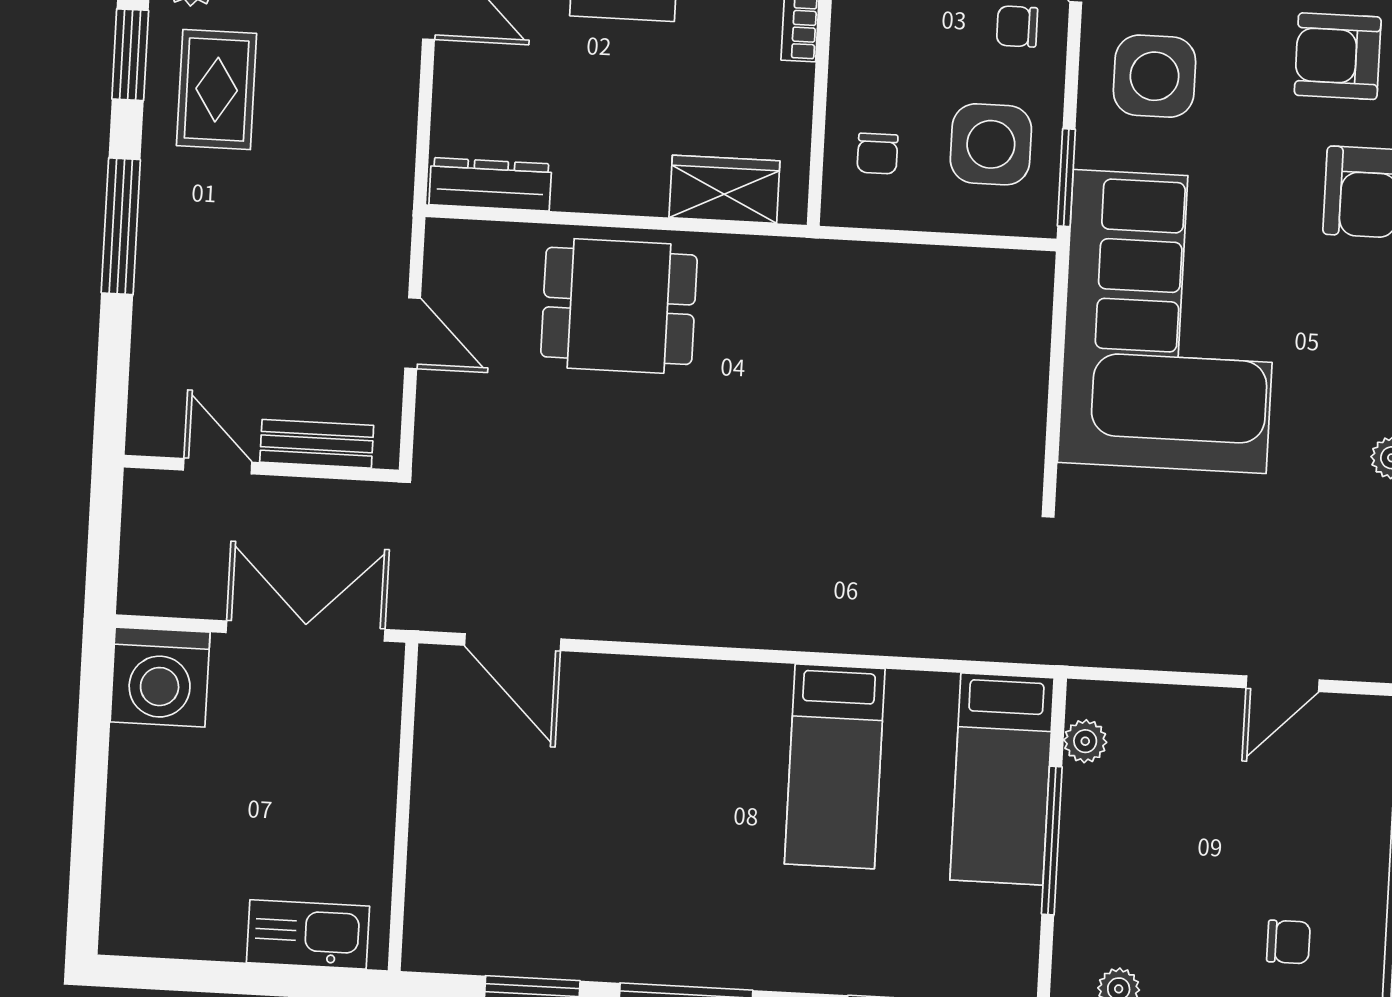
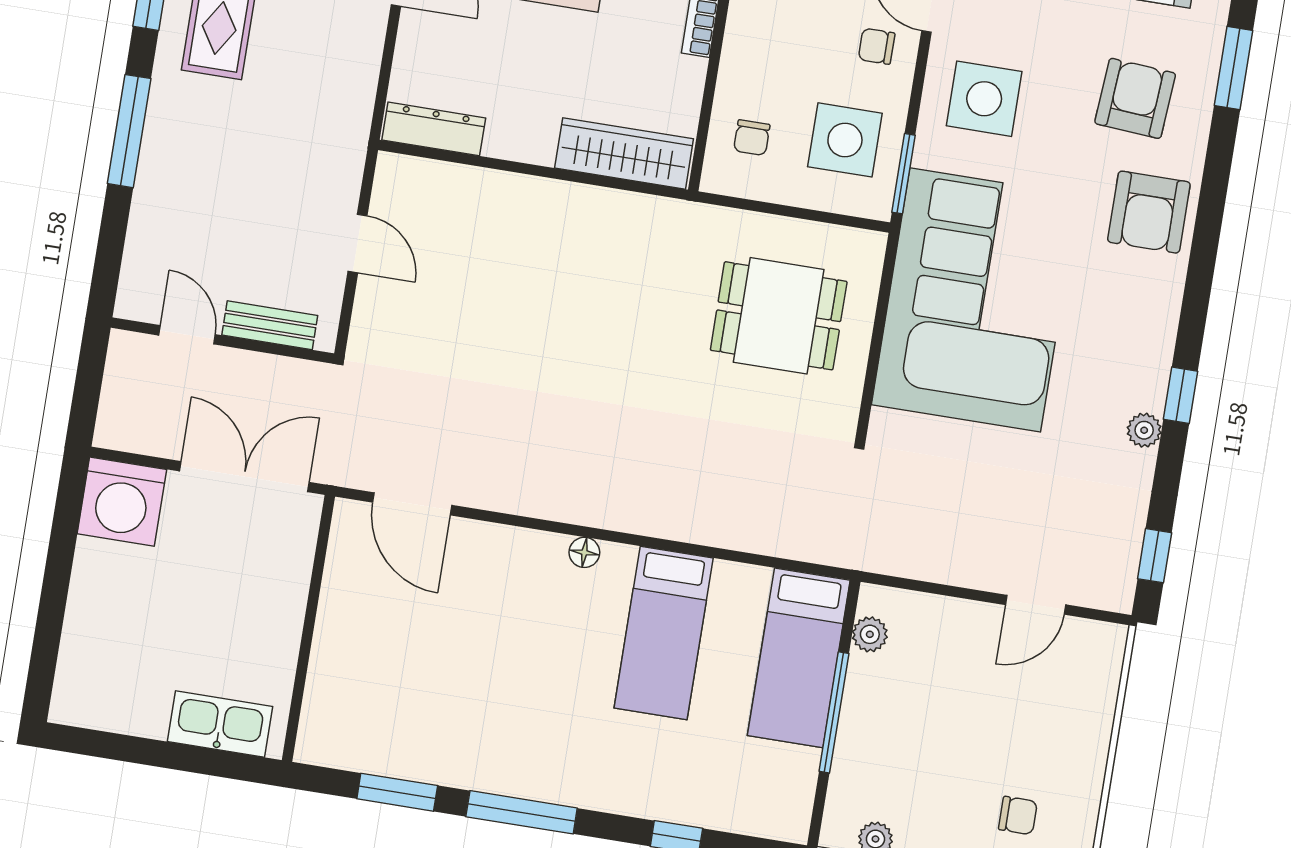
armchair: (1338, 56) -> (1135, 98), turned 94
wardrobe: (724, 189) -> (624, 153), width x1.50
dining table: (619, 306) -> (779, 316), moved
floor lamp: (728, 679) -> (584, 552), added

